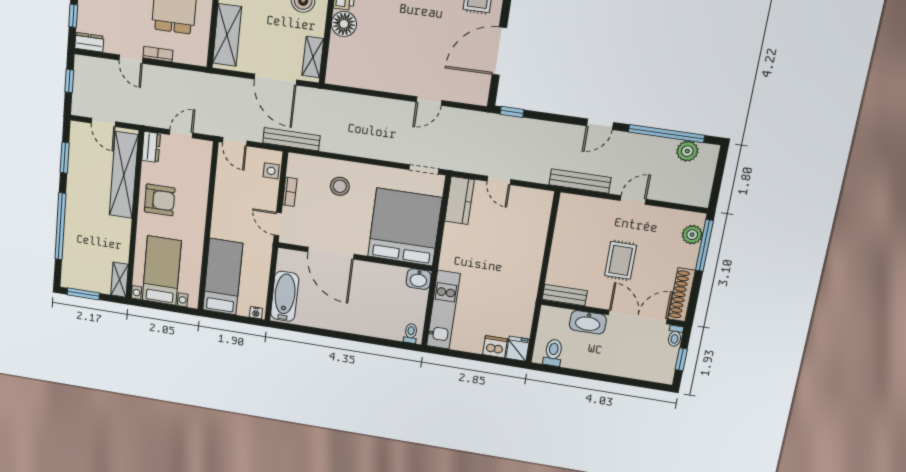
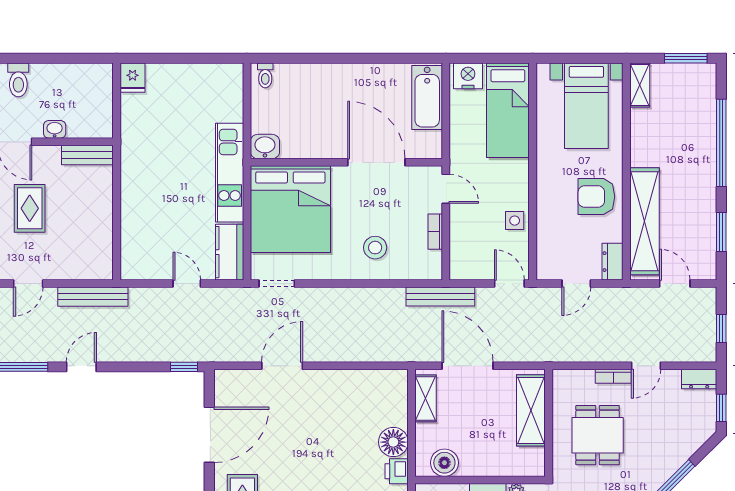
door: (131, 59) -> (646, 366), swing flipped
door: (429, 101) -> (282, 366), width x1.38
side table: (271, 171) -> (515, 221), moved
kitchen unit: (443, 310) -> (230, 173), moved
nightstand: (256, 313) -> (468, 76), width x1.89, depth x1.79
washbasin: (588, 322) -> (55, 129), width x0.52, depth x0.69
dishwasher: (495, 347) -> (160, 76), removed
toilet: (553, 353) -> (18, 80), moved

